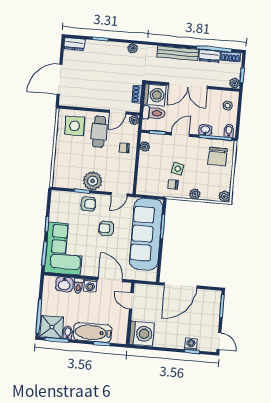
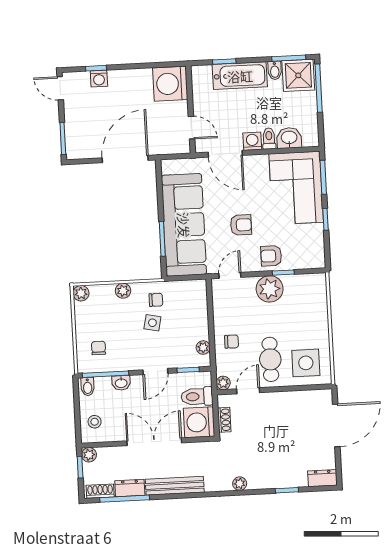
chair: (218, 157) -> (99, 348), width x0.54, depth x0.54

